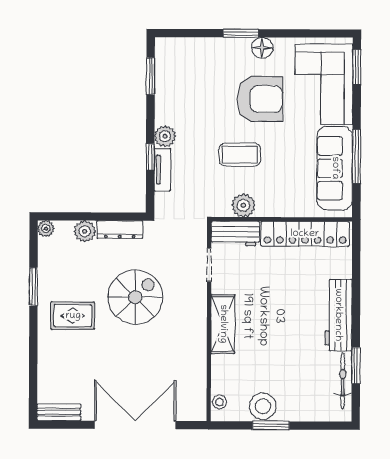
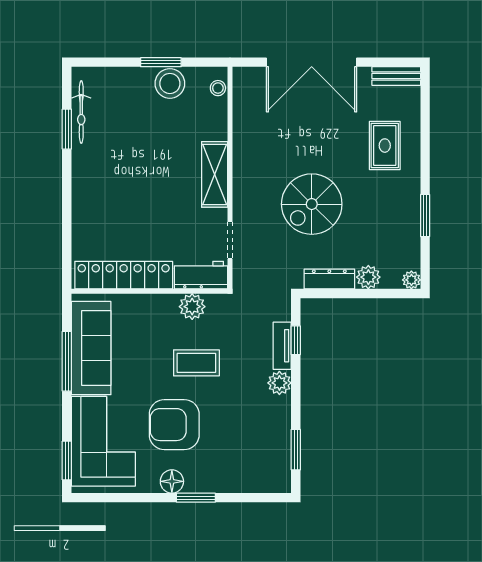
window: (150, 157) -> (296, 340), moved
workbench: (338, 315) -> (86, 185), removed
rug: (73, 316) -> (385, 146), moved, turned 90

